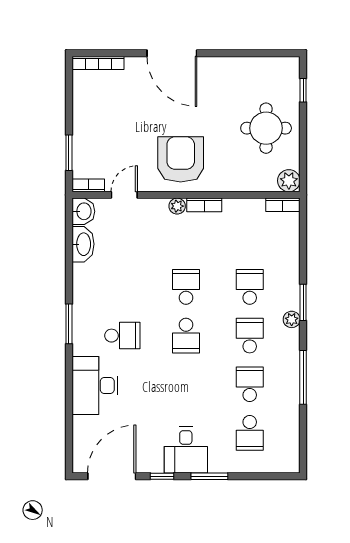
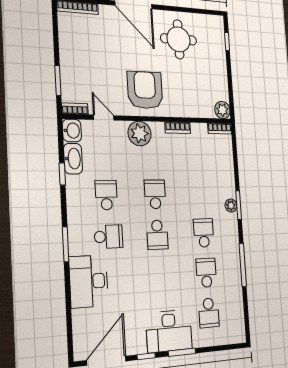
round table: (266, 128) -> (179, 39), moved
door: (124, 195) -> (104, 118), hinge flipped
bookcase: (204, 205) -> (178, 128), moved
plant: (177, 206) -> (140, 133), width x1.88, depth x1.88
window: (69, 262) -> (62, 174), added
school desk: (250, 287) -> (106, 195), moved
plant: (292, 319) -> (231, 206), moved
window: (69, 324) -> (66, 244), moved
desk: (186, 450) -> (169, 331), width x1.37

